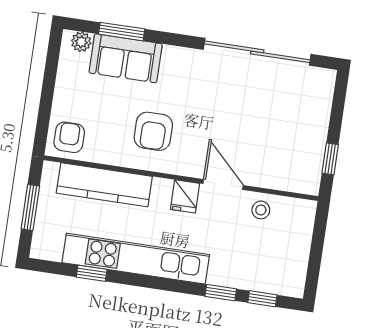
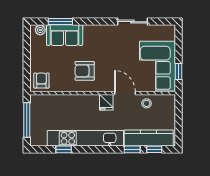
sliding door: (257, 52) -> (132, 22), width x0.54
armchair: (153, 131) -> (85, 71), turned 90
corner sofa: (292, 143) -> (158, 66), added
kitchen counter: (104, 185) -> (149, 138), moved, turned 180
window: (30, 208) -> (27, 120), width x1.44

